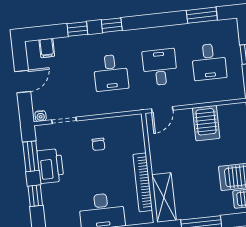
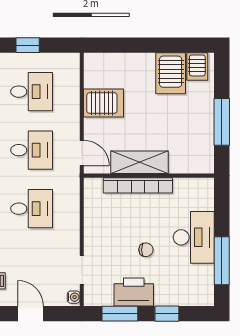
desk: (160, 67) -> (32, 150), turned 180
chair: (98, 144) -> (146, 250), moved
bookcase: (143, 182) -> (138, 185), moved
shelving: (164, 197) -> (140, 162), moved

